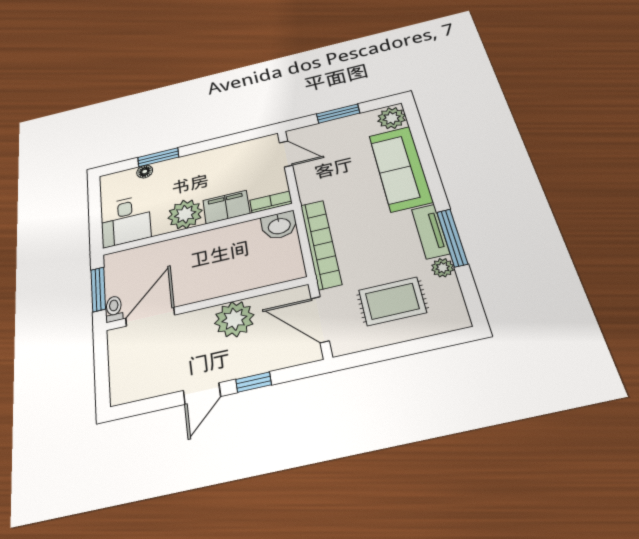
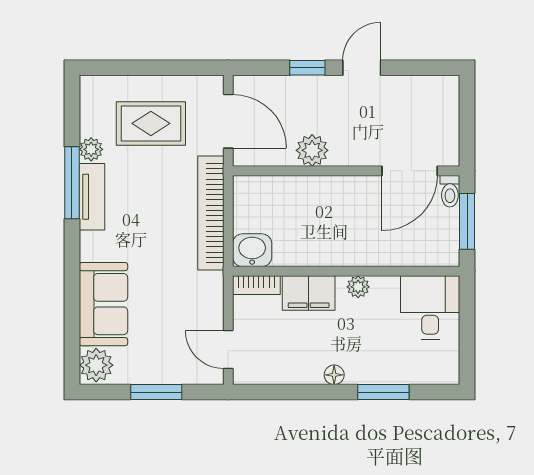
sofa: (400, 168) -> (103, 304), width x0.73
floor lamp: (145, 172) -> (334, 375), moved
plant: (185, 214) -> (358, 287), width x0.53, depth x0.53
plant: (234, 319) -> (312, 150), width x0.73, depth x0.73

